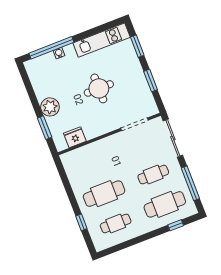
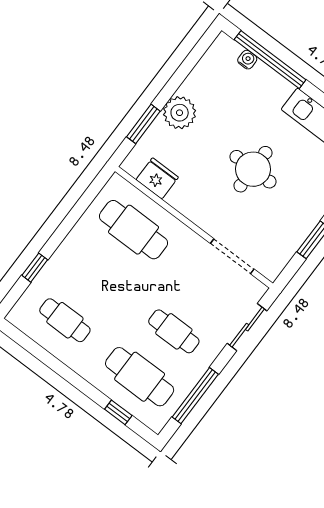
water cooler: (59, 53) -> (247, 60), moved
sliding door: (173, 138) -> (247, 327), width x0.73
cafe table: (104, 194) -> (133, 230), moved

